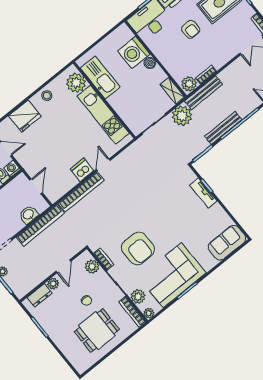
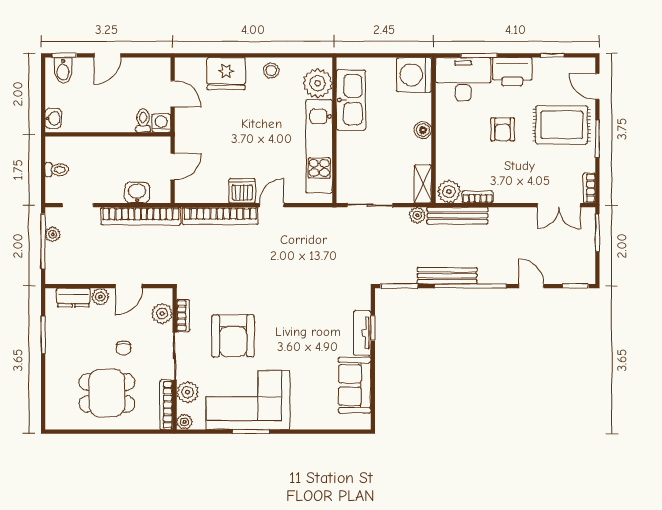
washing machine: (134, 52) -> (414, 75), moved
plant: (182, 116) -> (417, 215), width x0.53, depth x0.53
sofa: (227, 243) -> (355, 385), moved, turned -90

